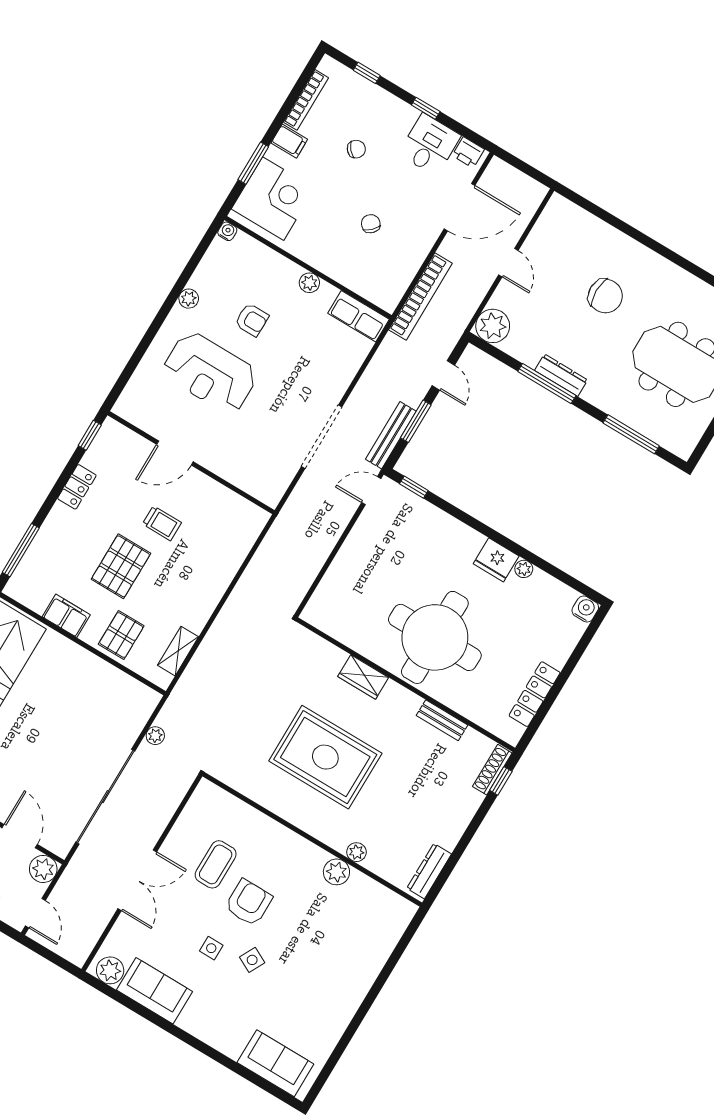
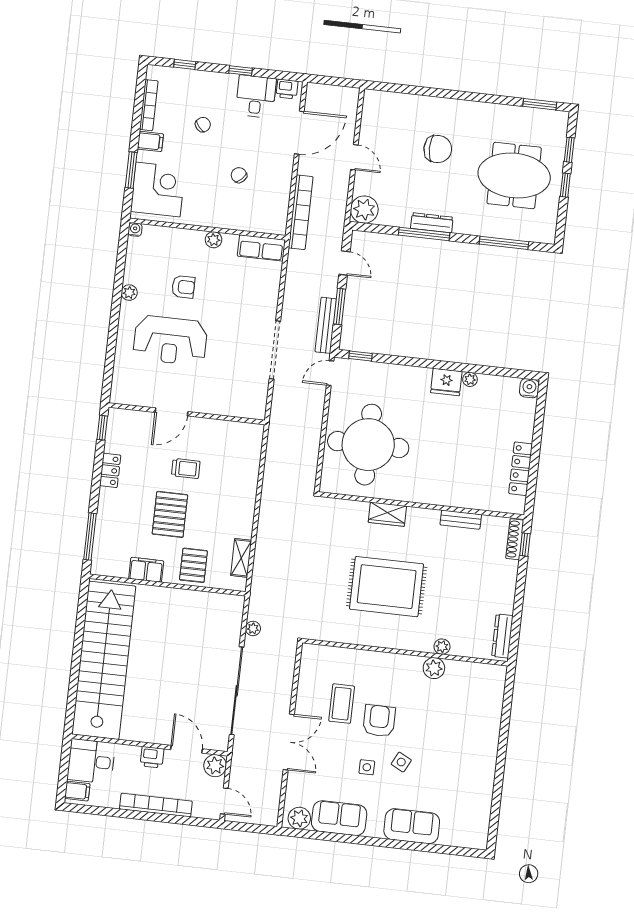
round table: (435, 637) -> (368, 445), moved
sofa: (275, 1063) -> (412, 826), moved

